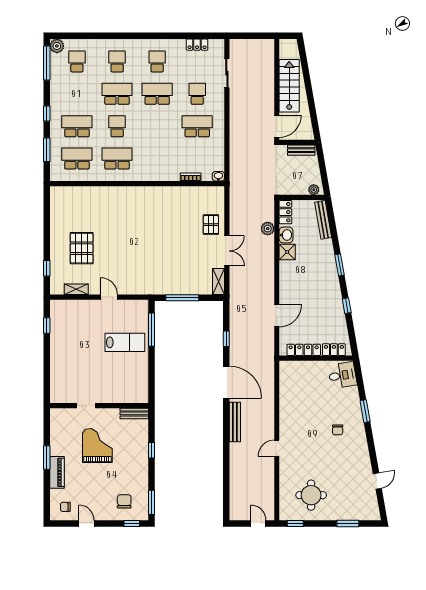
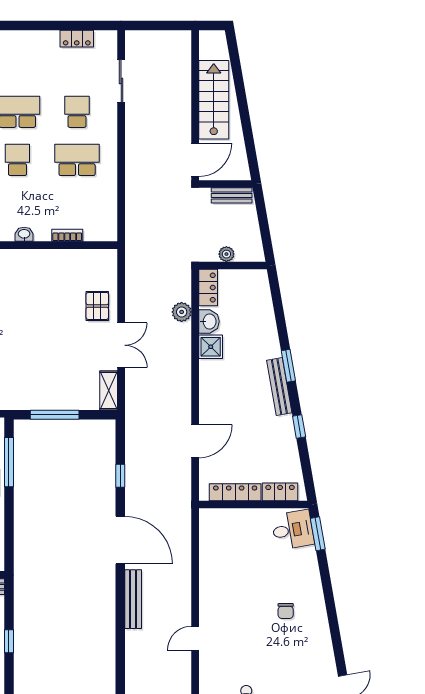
school desk: (157, 61) -> (17, 160), moved
washbasin: (218, 176) -> (24, 234), moved
plant: (314, 190) -> (226, 254), moved
bench: (323, 220) -> (279, 387), moved
window: (365, 411) -> (318, 534), moved

